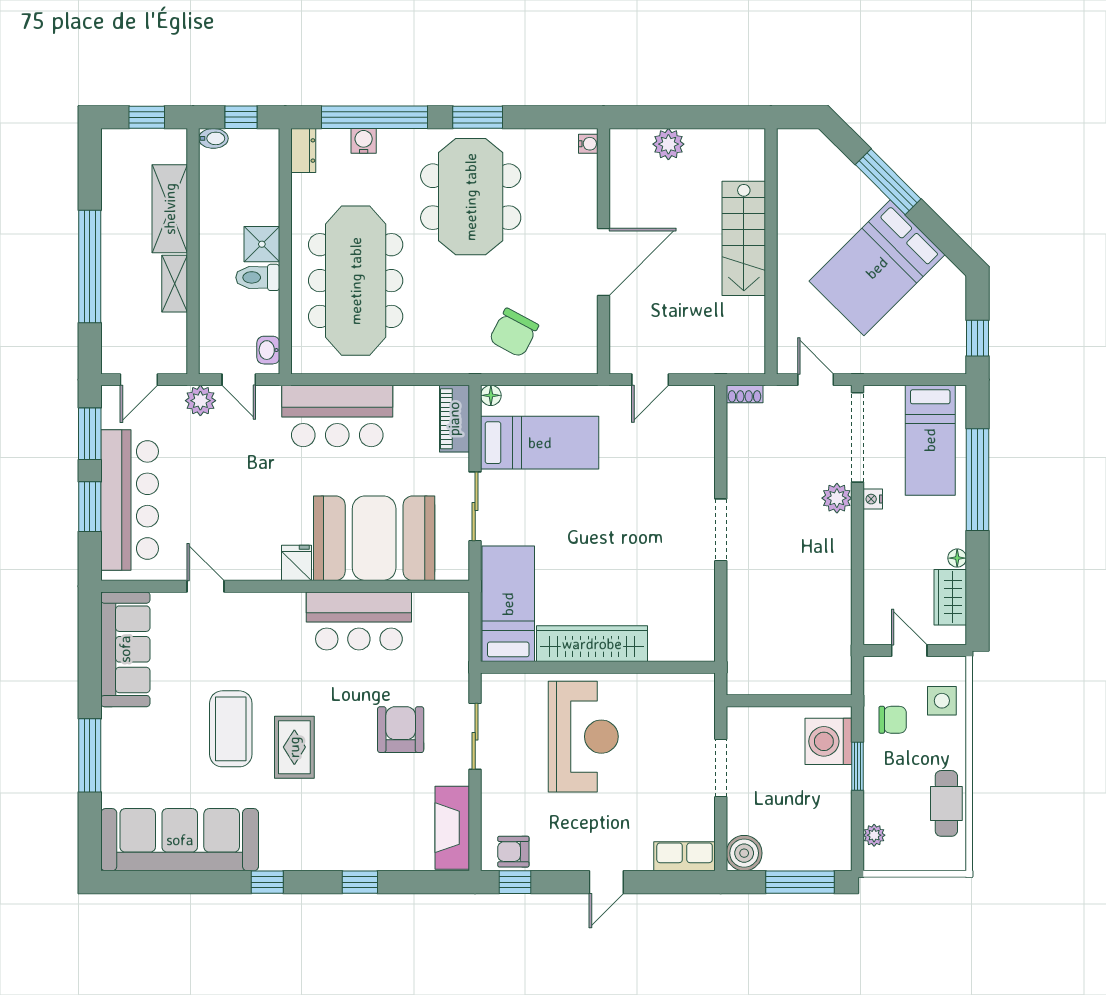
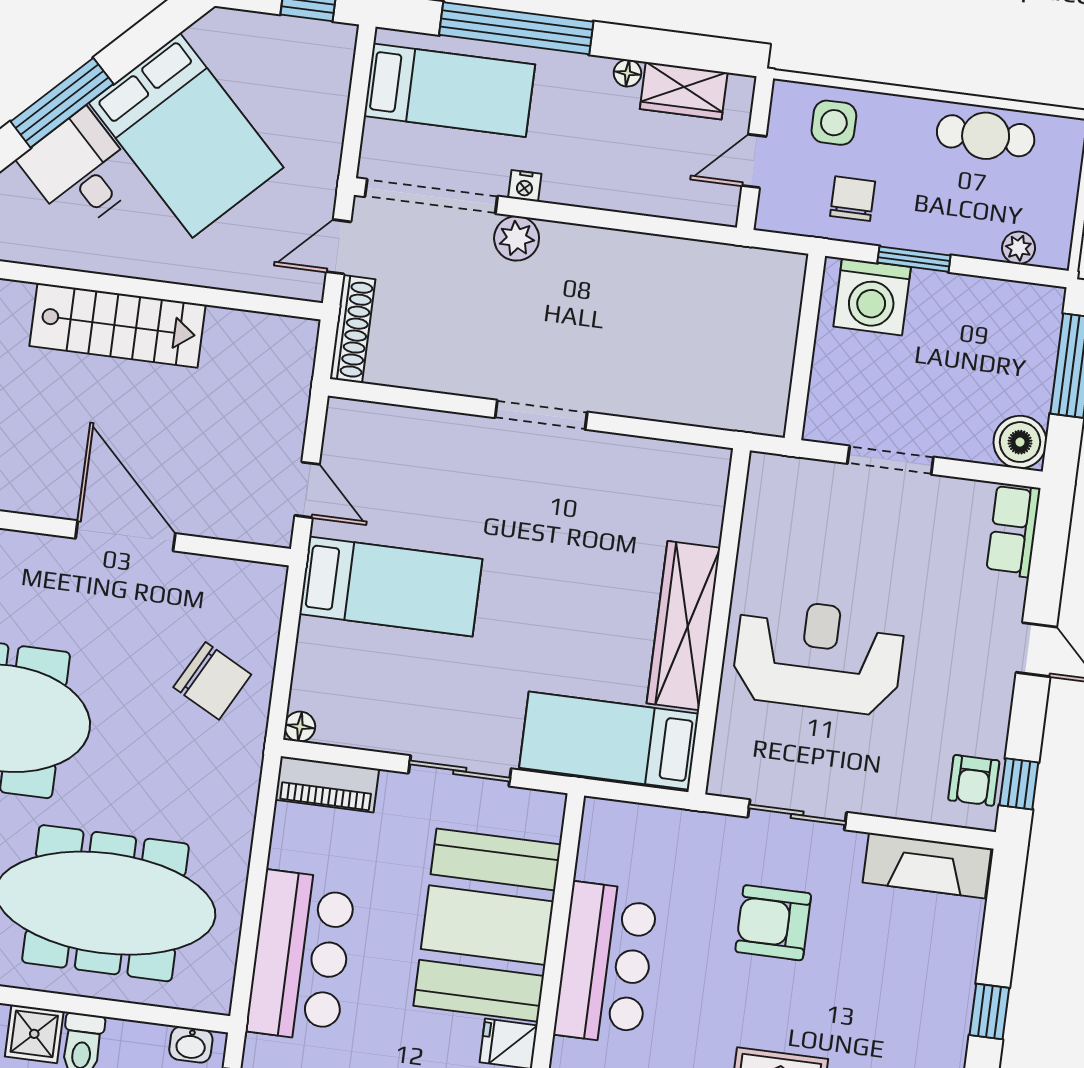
desk: (844, 200) -> (80, 171), added
shoe rack: (745, 394) -> (353, 329), width x1.94, depth x1.24
bed: (540, 443) -> (391, 586), moved, turned 90

